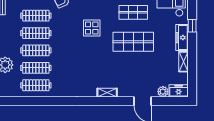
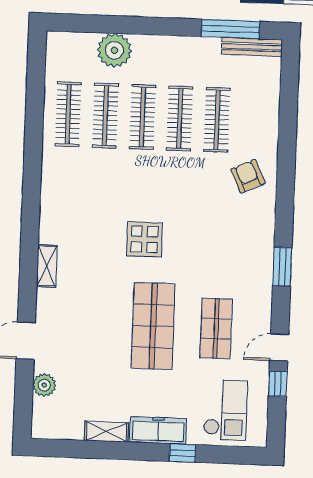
display table: (92, 28) -> (144, 239), moved
freezer: (179, 91) -> (45, 419), removed

